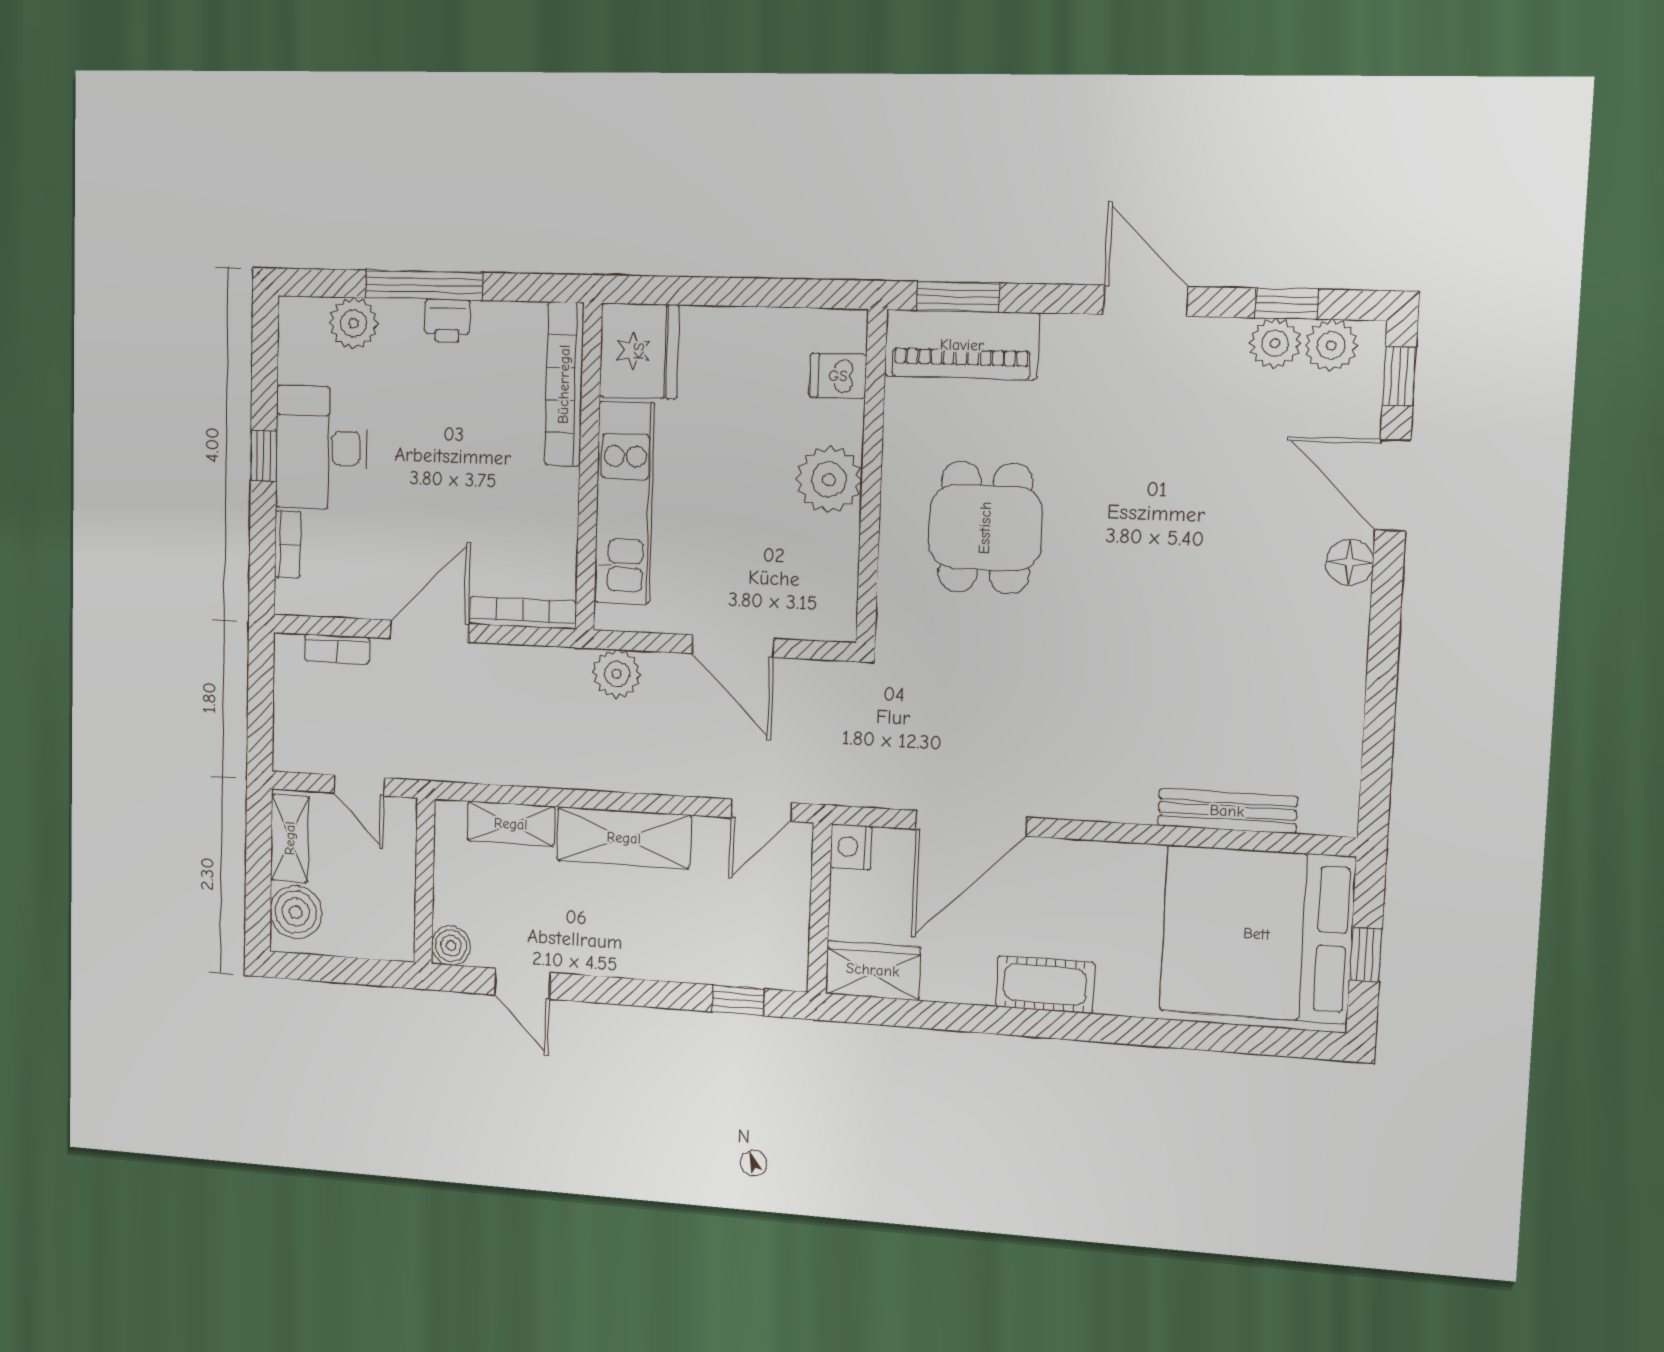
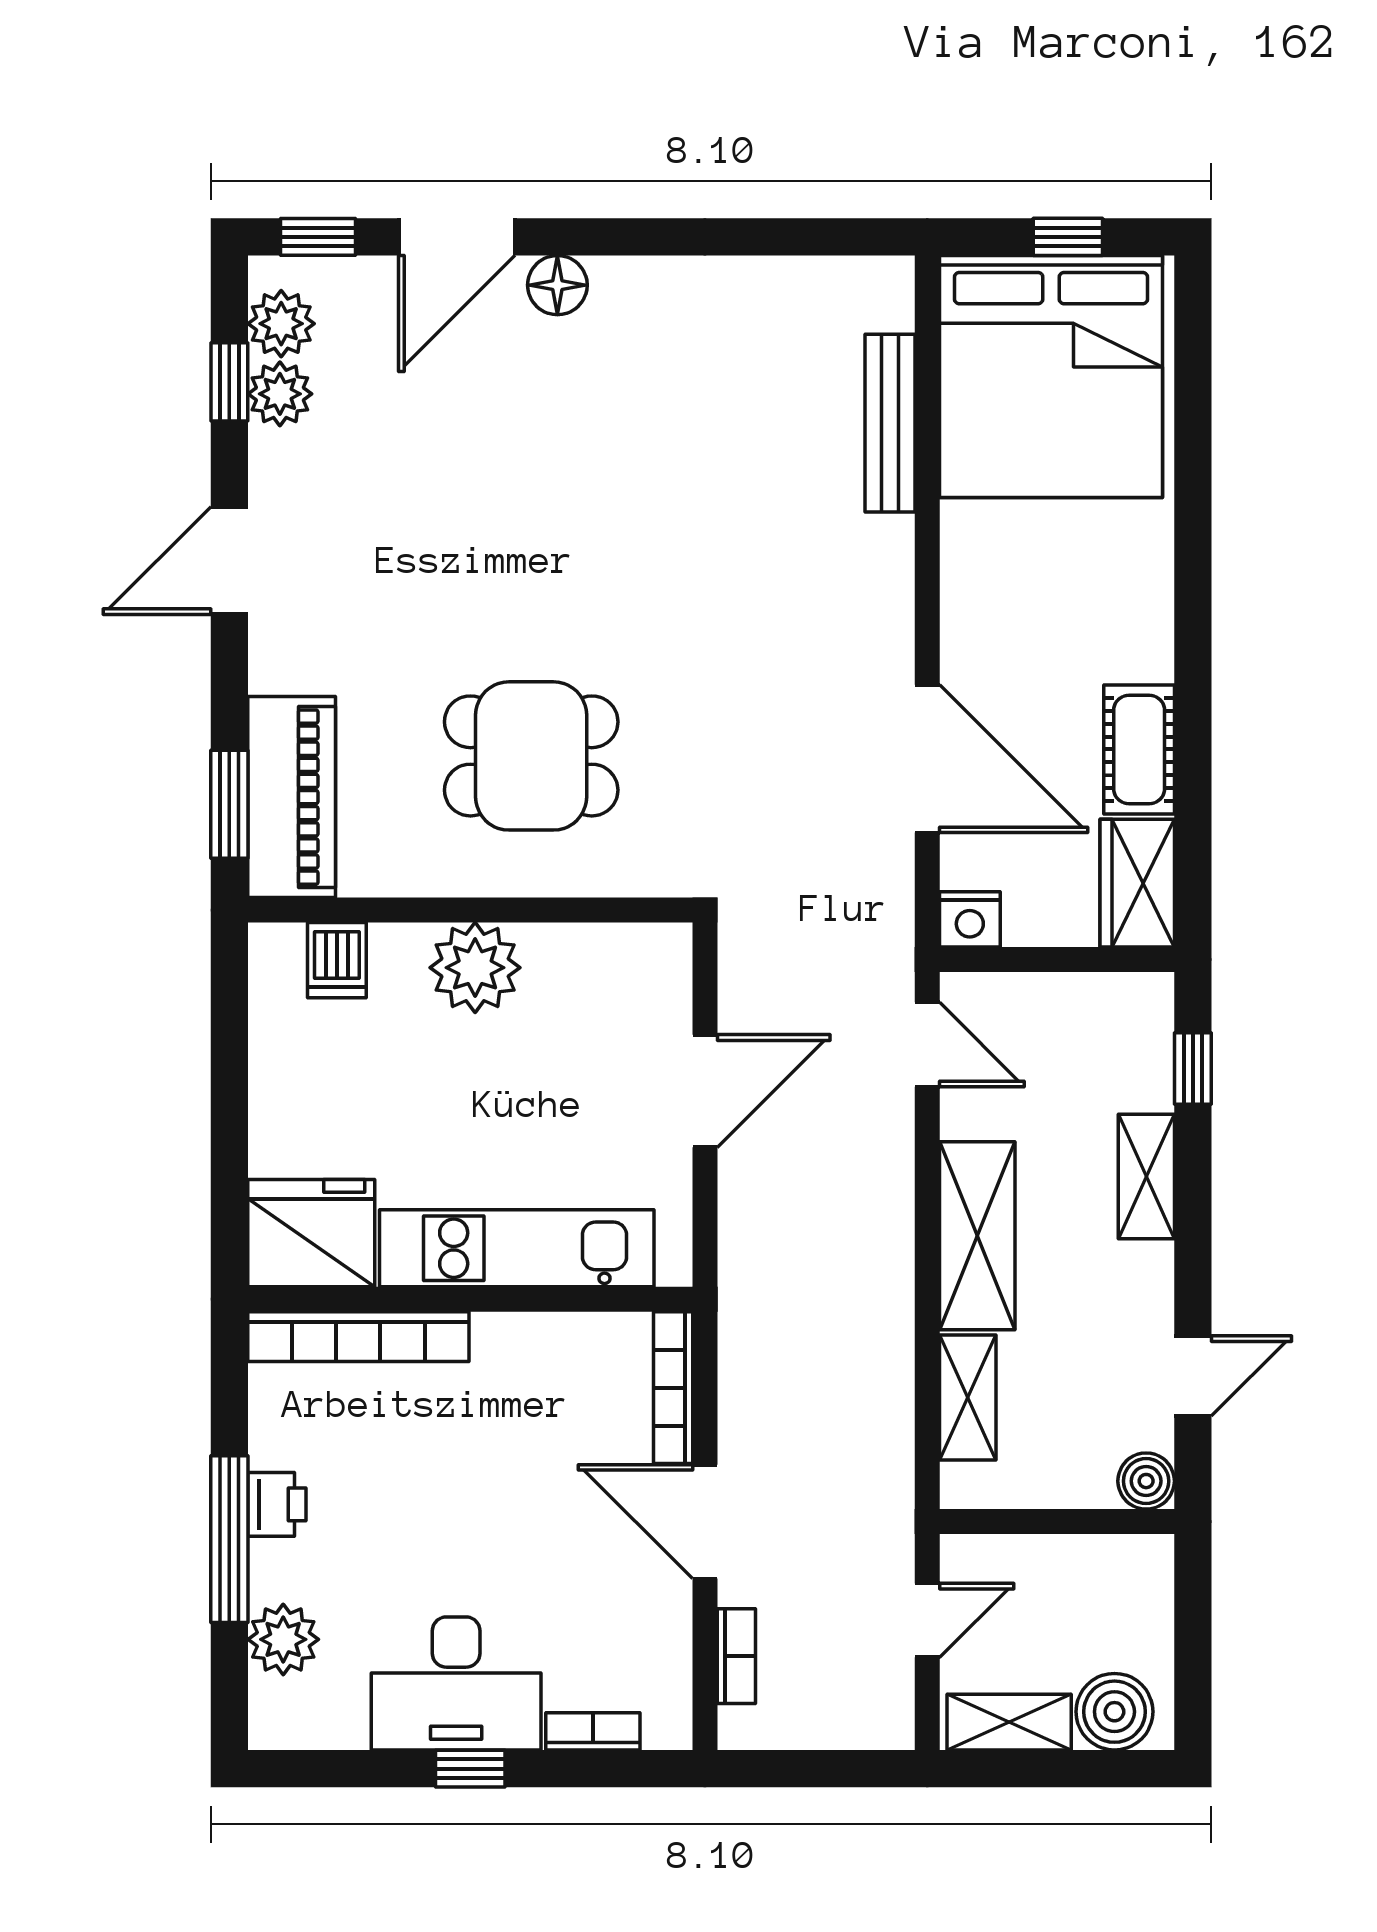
plant: (617, 674) -> (751, 1252), removed
shelving: (662, 961) -> (1146, 1177), added
cot: (1045, 985) -> (1139, 749), moved

